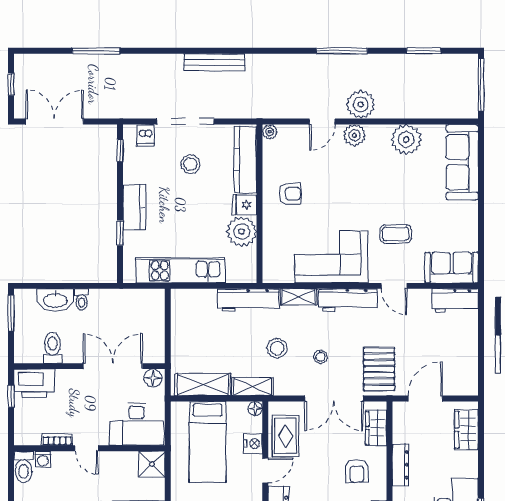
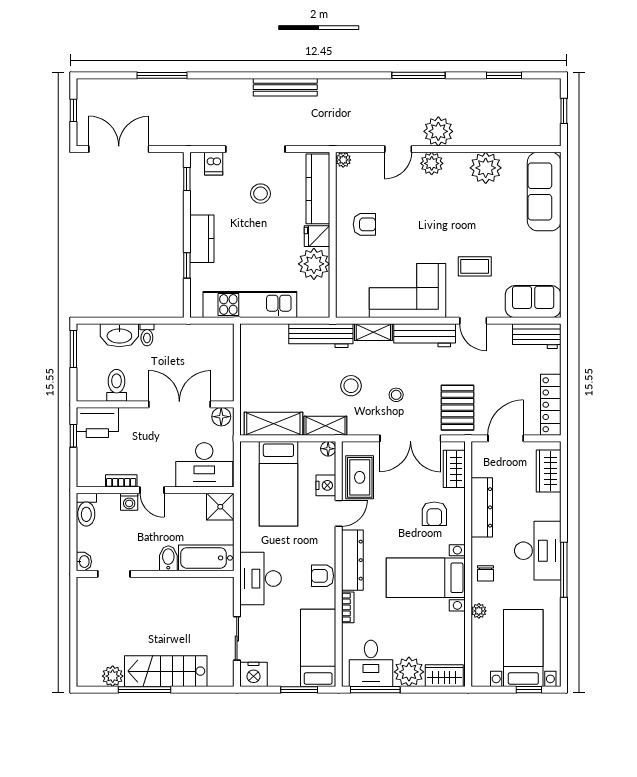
window: (481, 85) -> (564, 111), width x0.46
locker: (469, 366) -> (551, 405), added
washing machine: (43, 459) -> (129, 502), moved
dresser: (400, 465) -> (482, 507), width x1.37, depth x1.24

